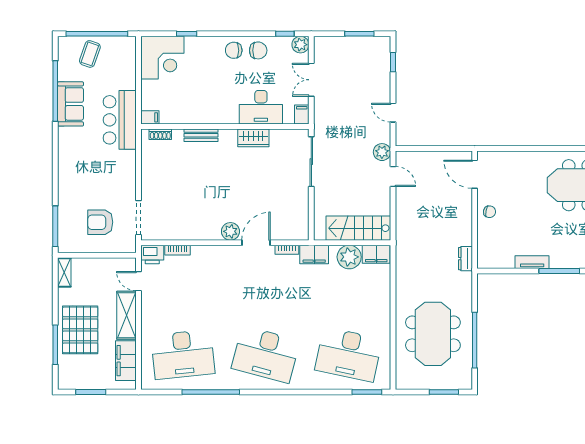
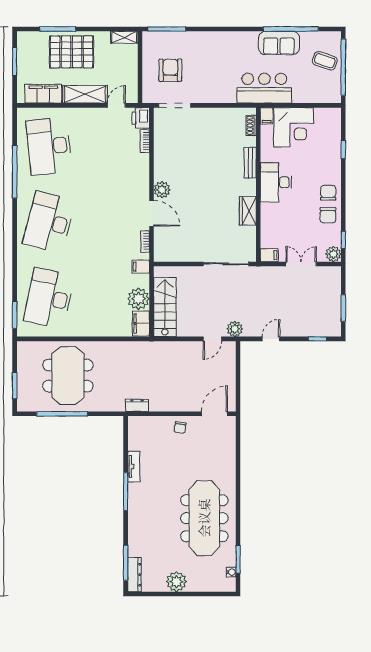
corner desk: (162, 58) -> (294, 127), moved, turned -90
desk: (261, 107) -> (276, 182), moved
filing cabinet: (314, 255) -> (141, 267), width x0.50
meeting table: (433, 334) -> (68, 376), turned 90

